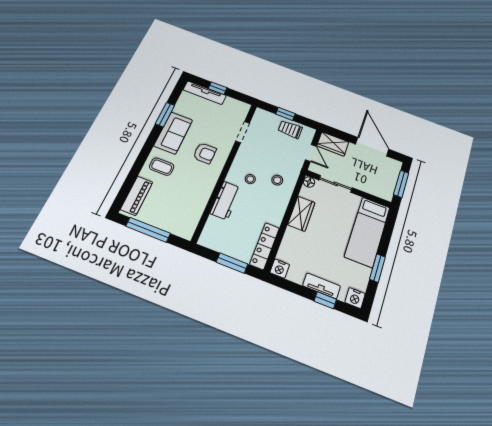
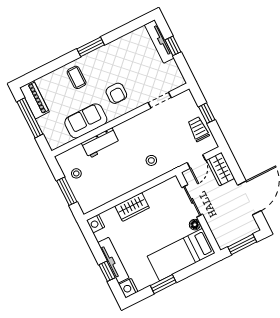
window: (165, 115) -> (91, 47), moved
sofa: (173, 133) -> (86, 121), moved, turned 180
stool: (250, 179) -> (76, 173), moved
floor lamp: (309, 182) -> (195, 225), moved
piano: (137, 196) -> (34, 100), moved, turned -90
wardrobe: (301, 214) -> (132, 207), moved
locker: (265, 246) -> (99, 199), removed
tv unit: (322, 286) -> (113, 260), width x1.41

